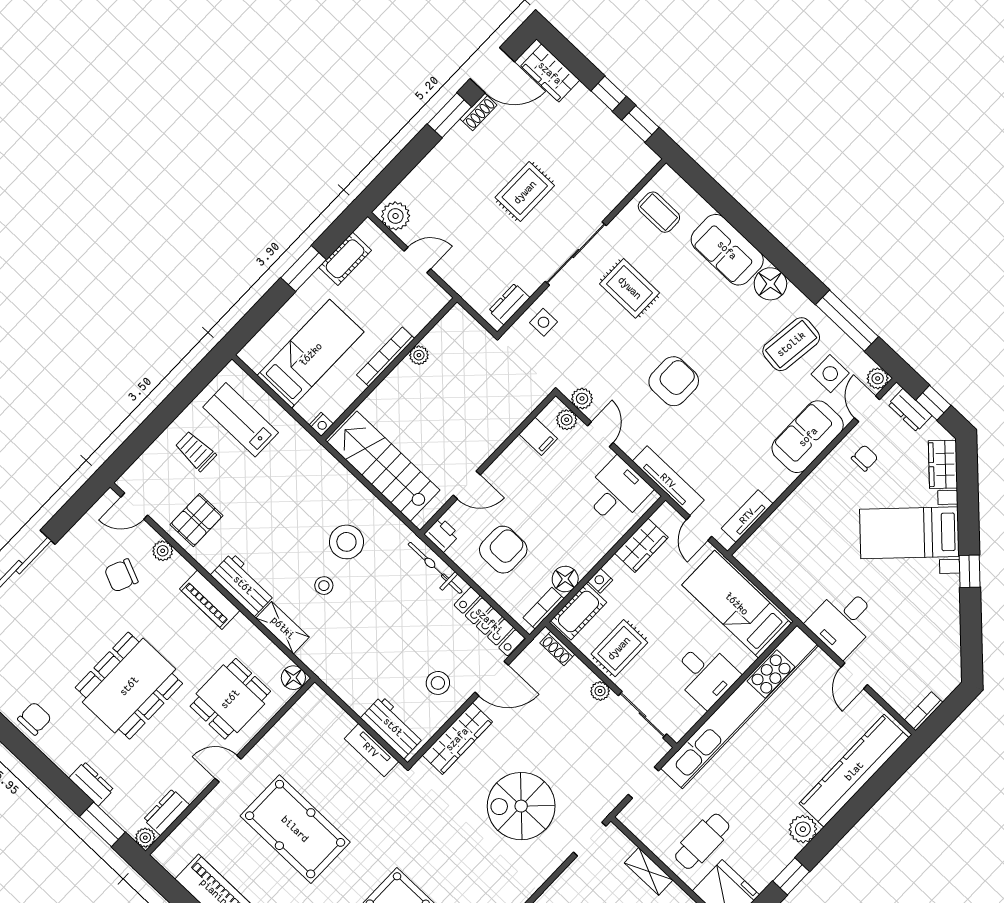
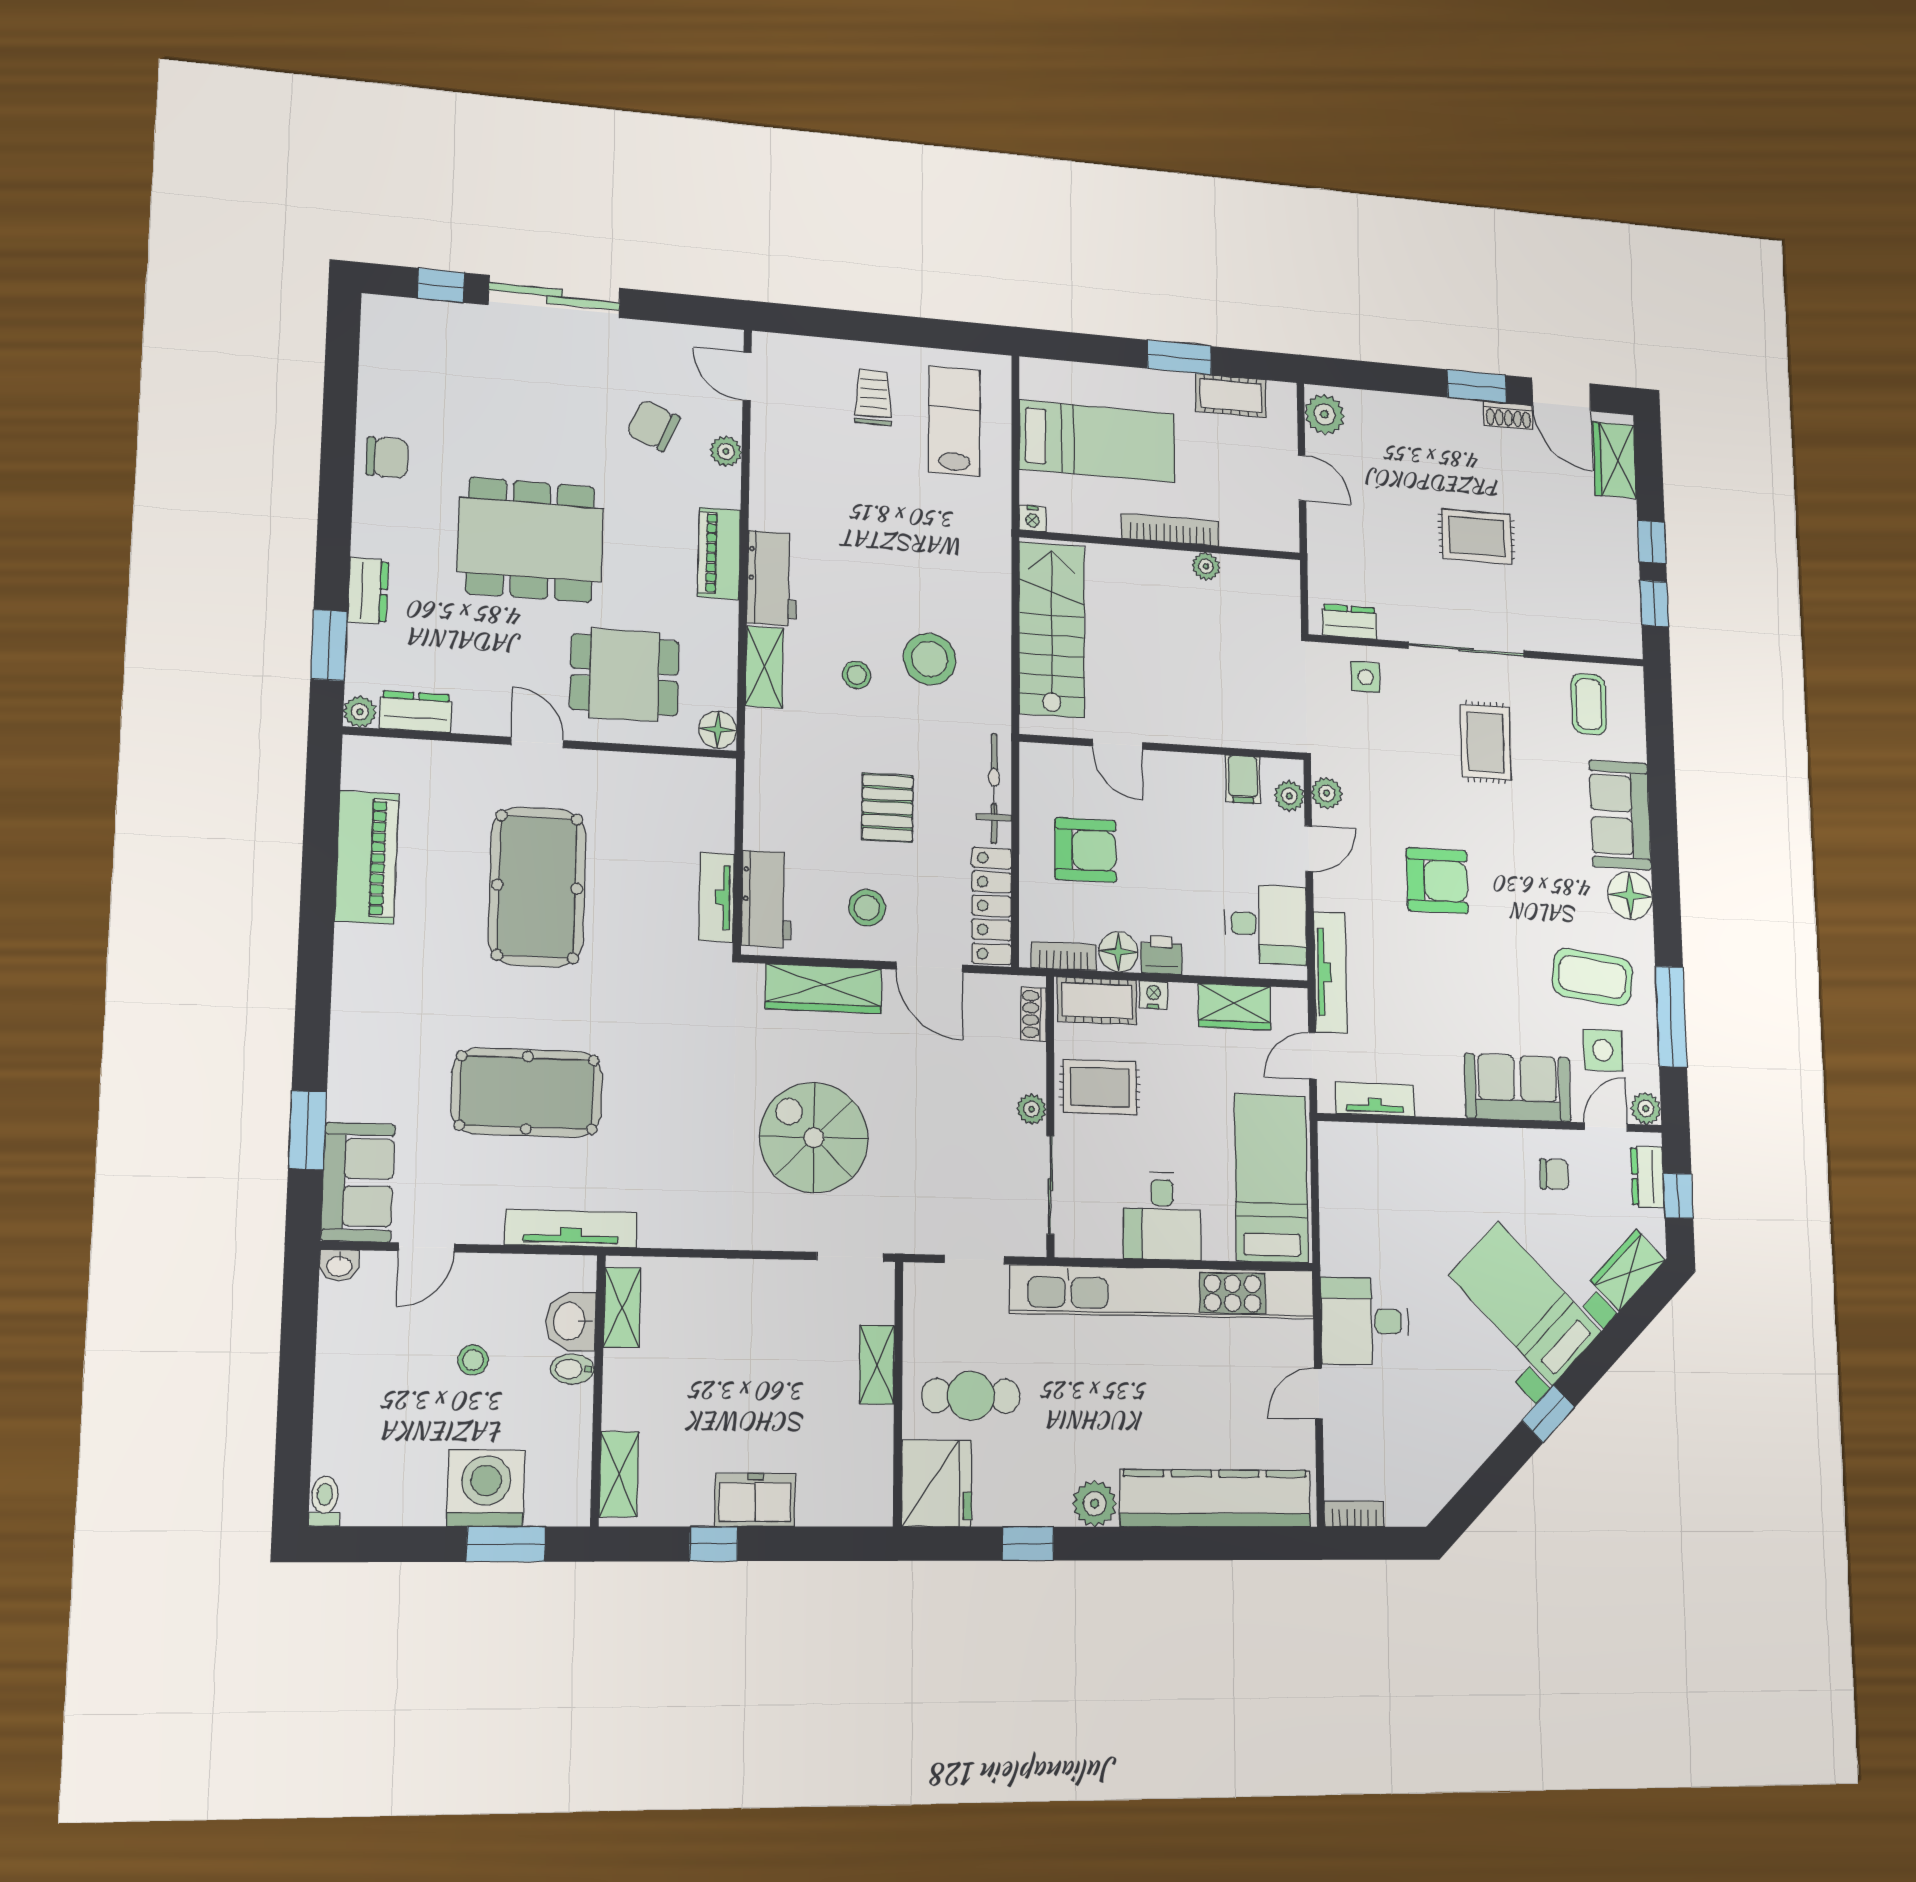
pallet: (196, 520) -> (887, 808), moved, turned 90
printer: (442, 535) -> (1161, 955), moved, turned -90

